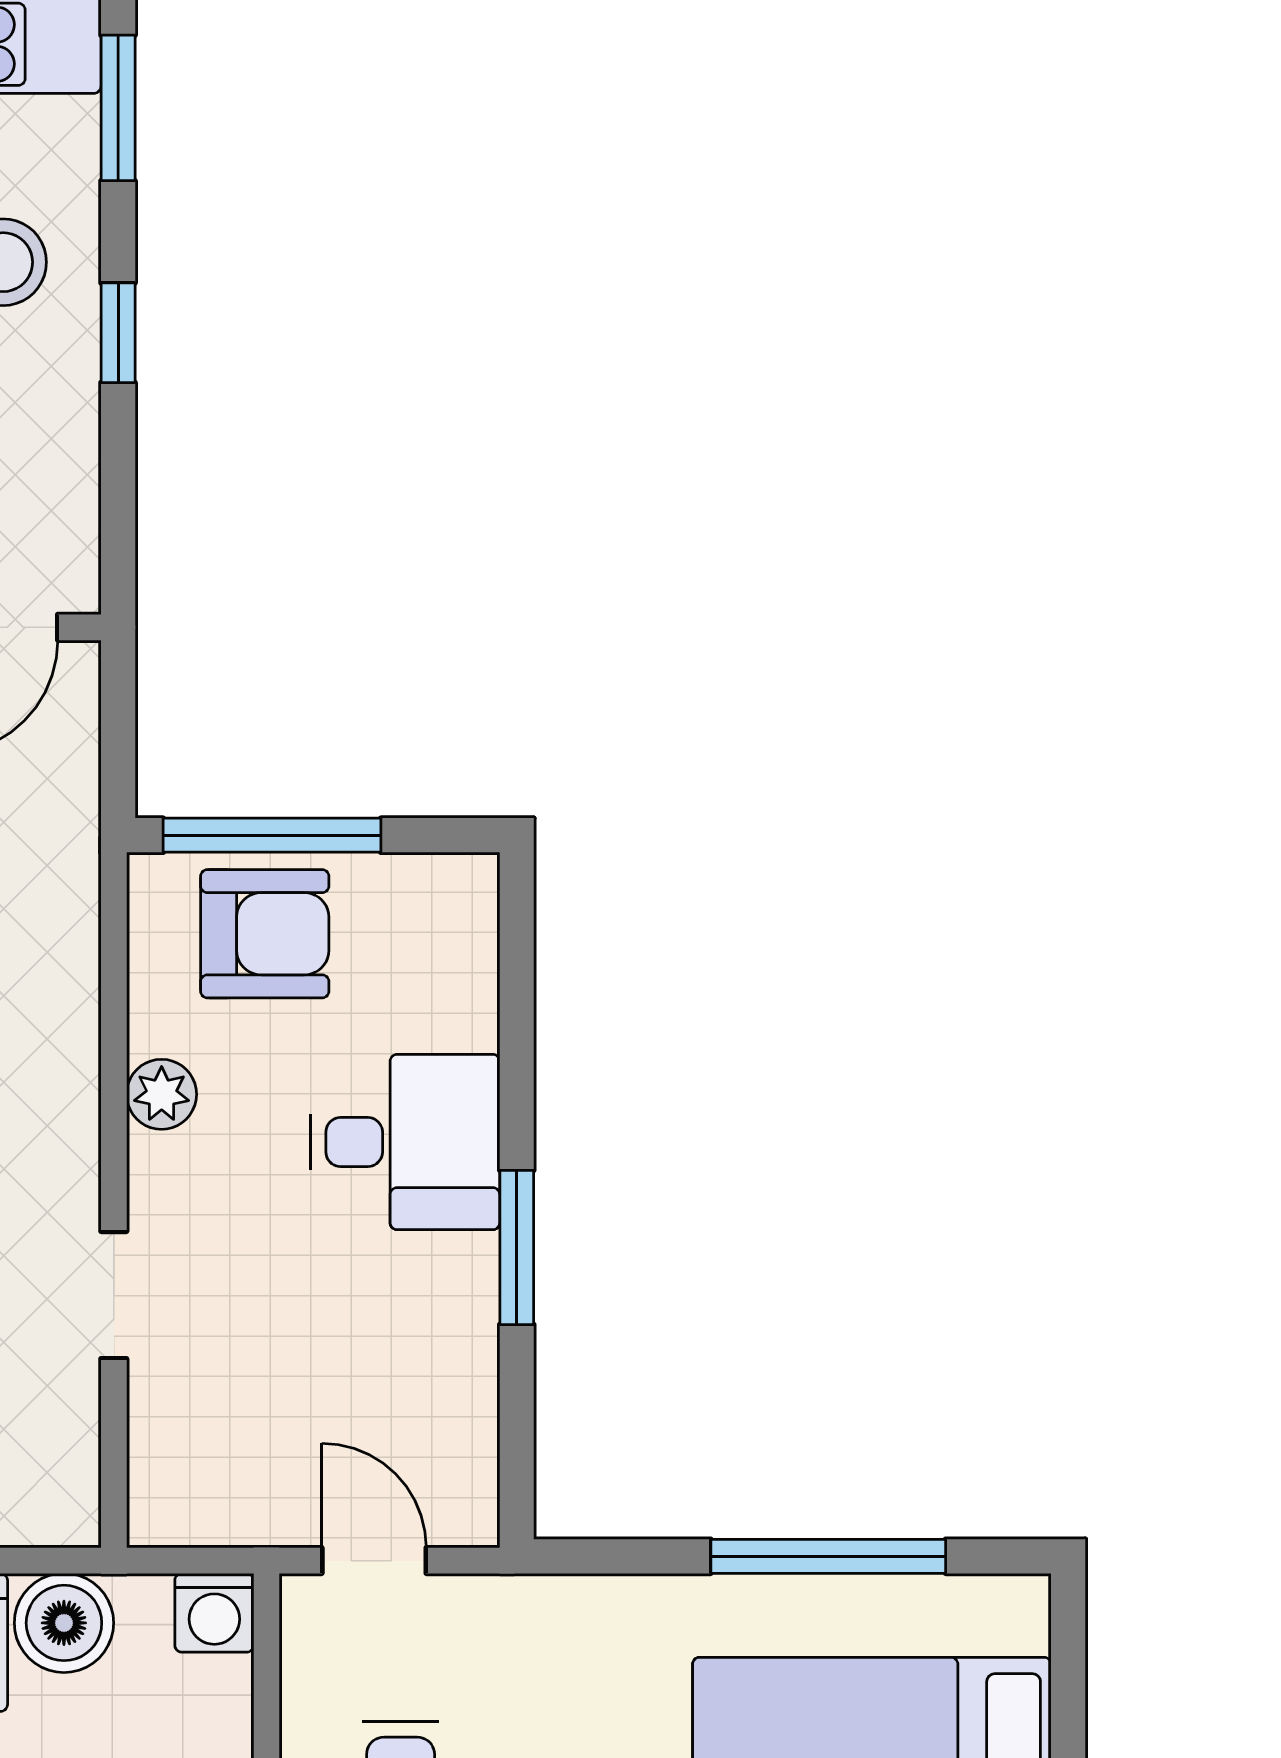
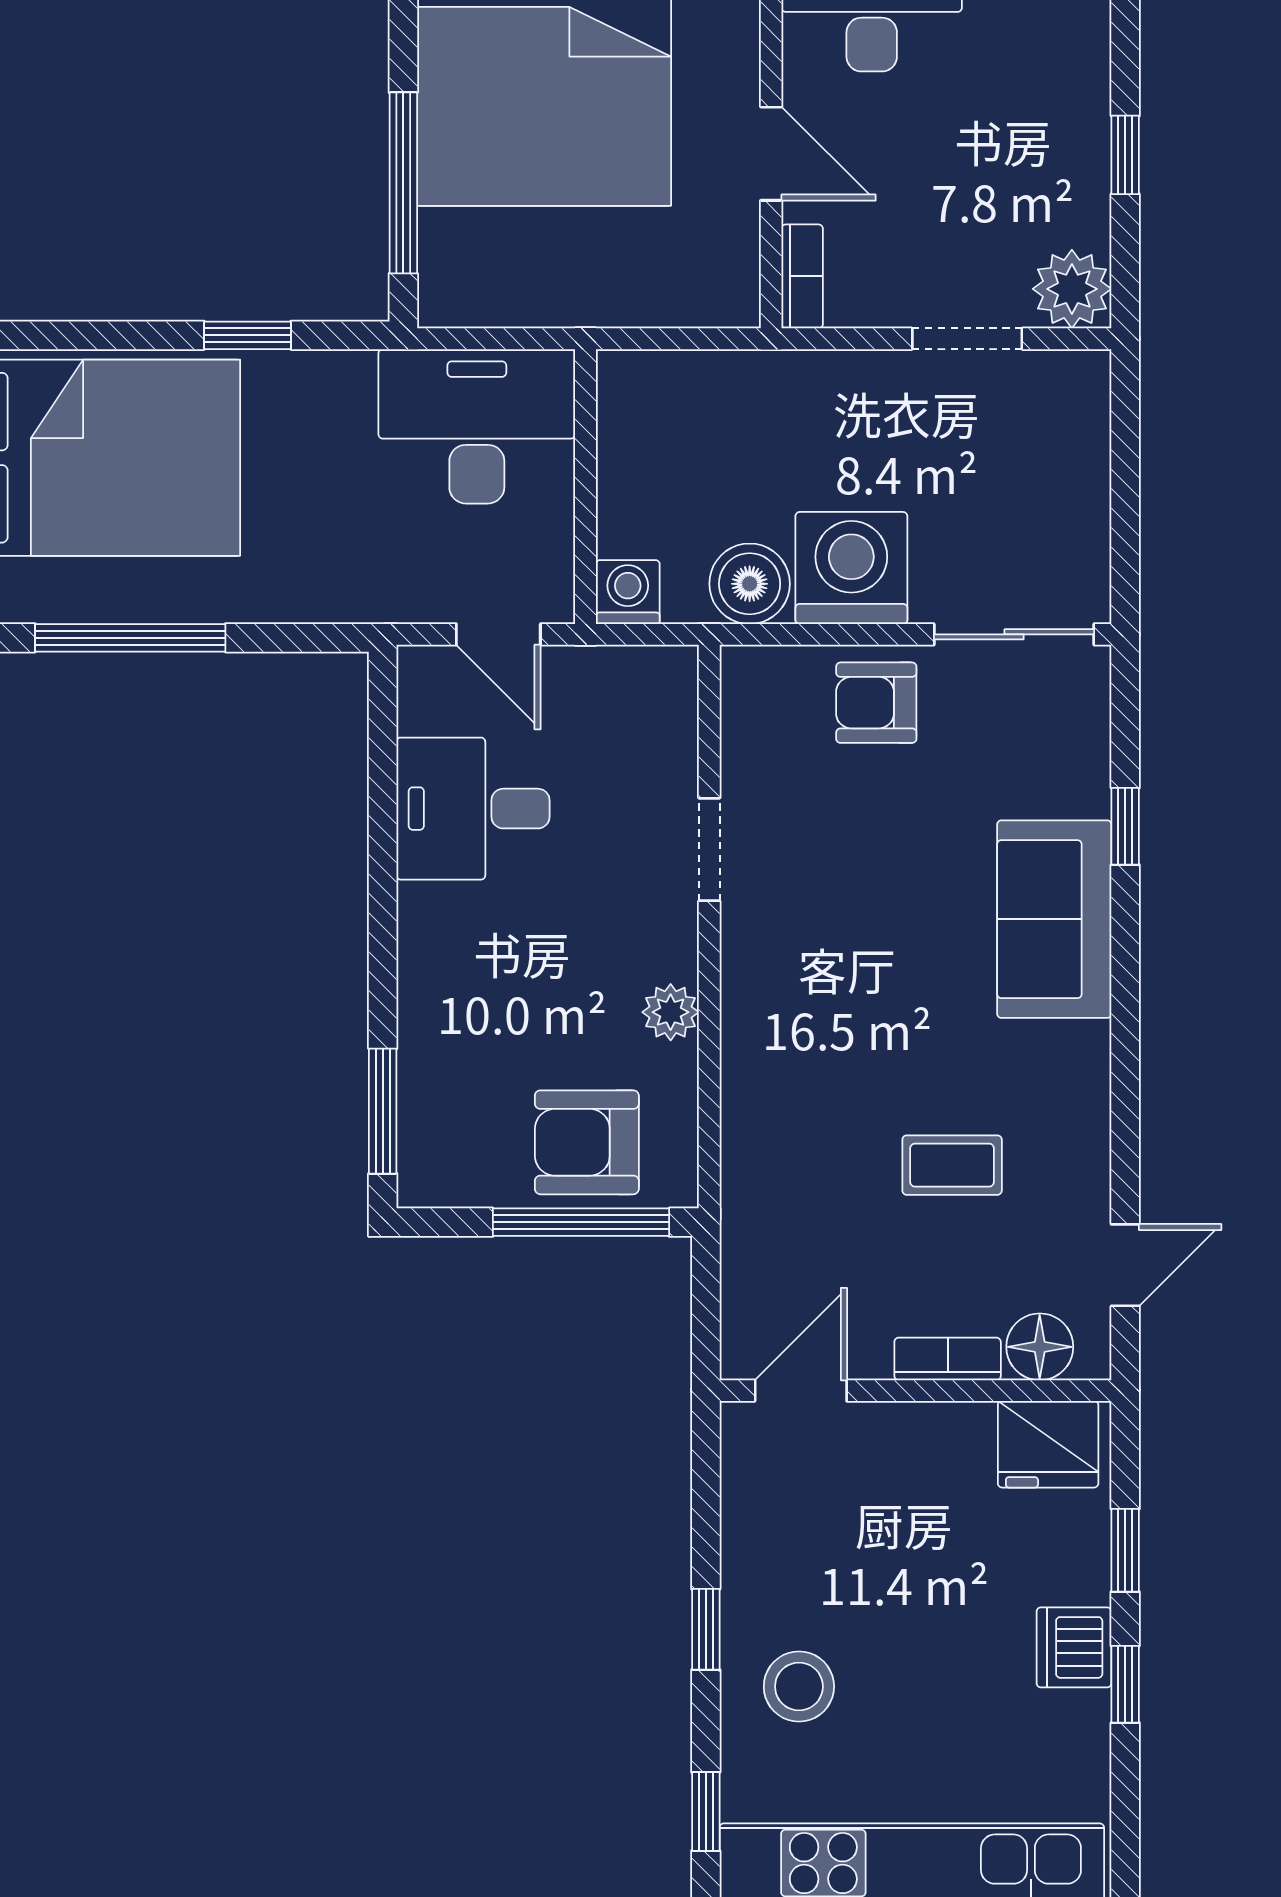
window: (118, 108) -> (706, 1811), width x0.67
desk: (405, 1142) -> (473, 809), moved
window: (517, 1247) -> (383, 1111), moved

